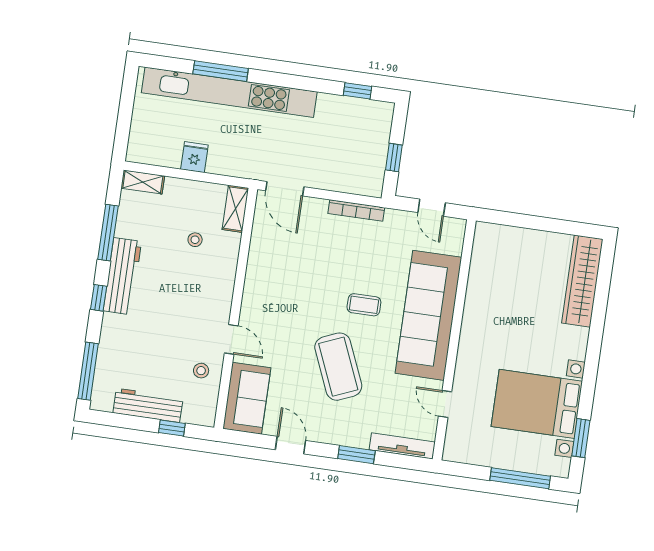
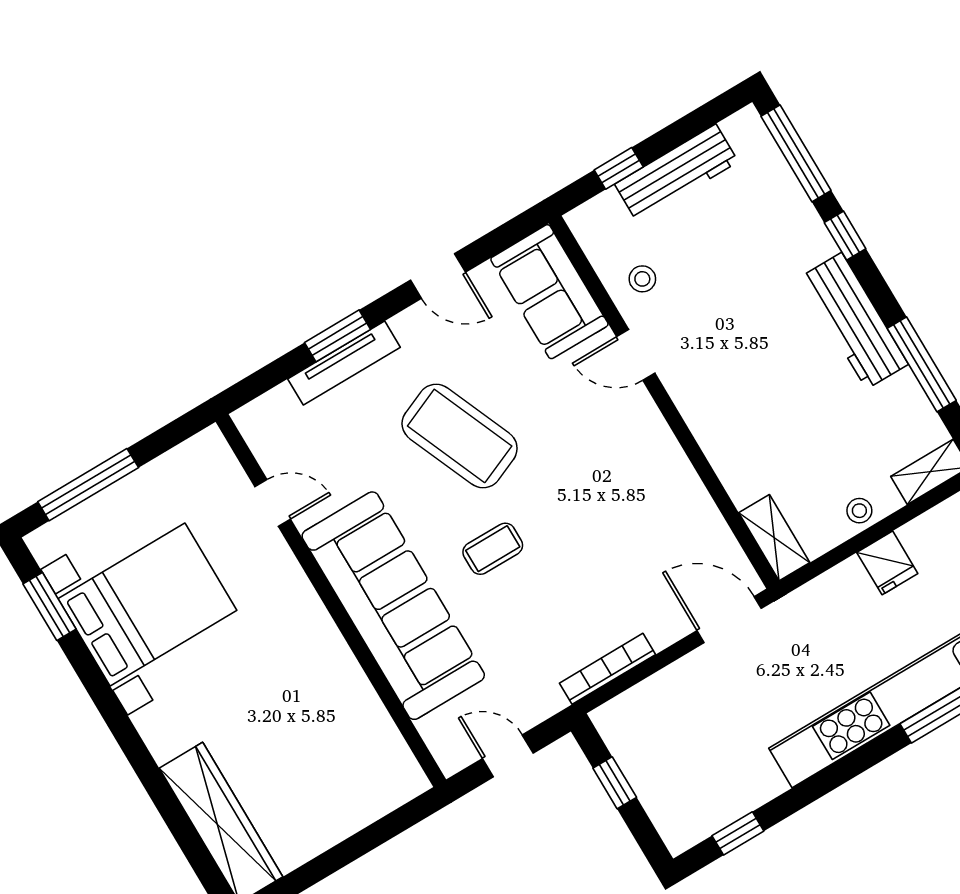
stool: (195, 240) -> (859, 511), moved
window: (99, 298) -> (845, 236), moved
tv unit: (402, 446) -> (344, 363), moved

